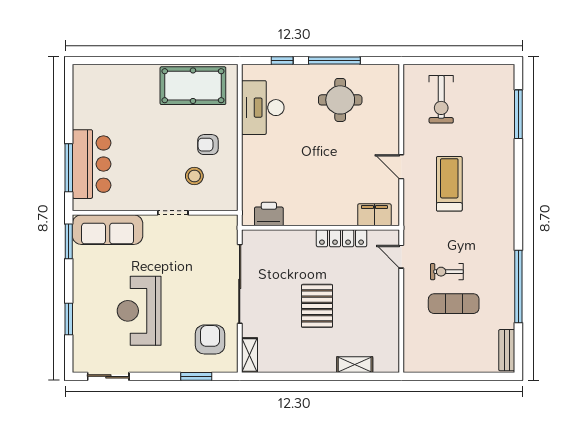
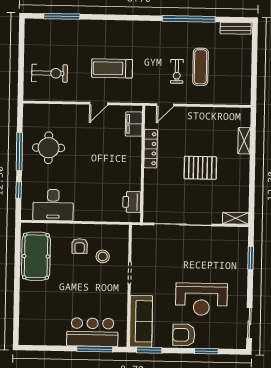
armchair: (210, 339) -> (184, 335), moved

